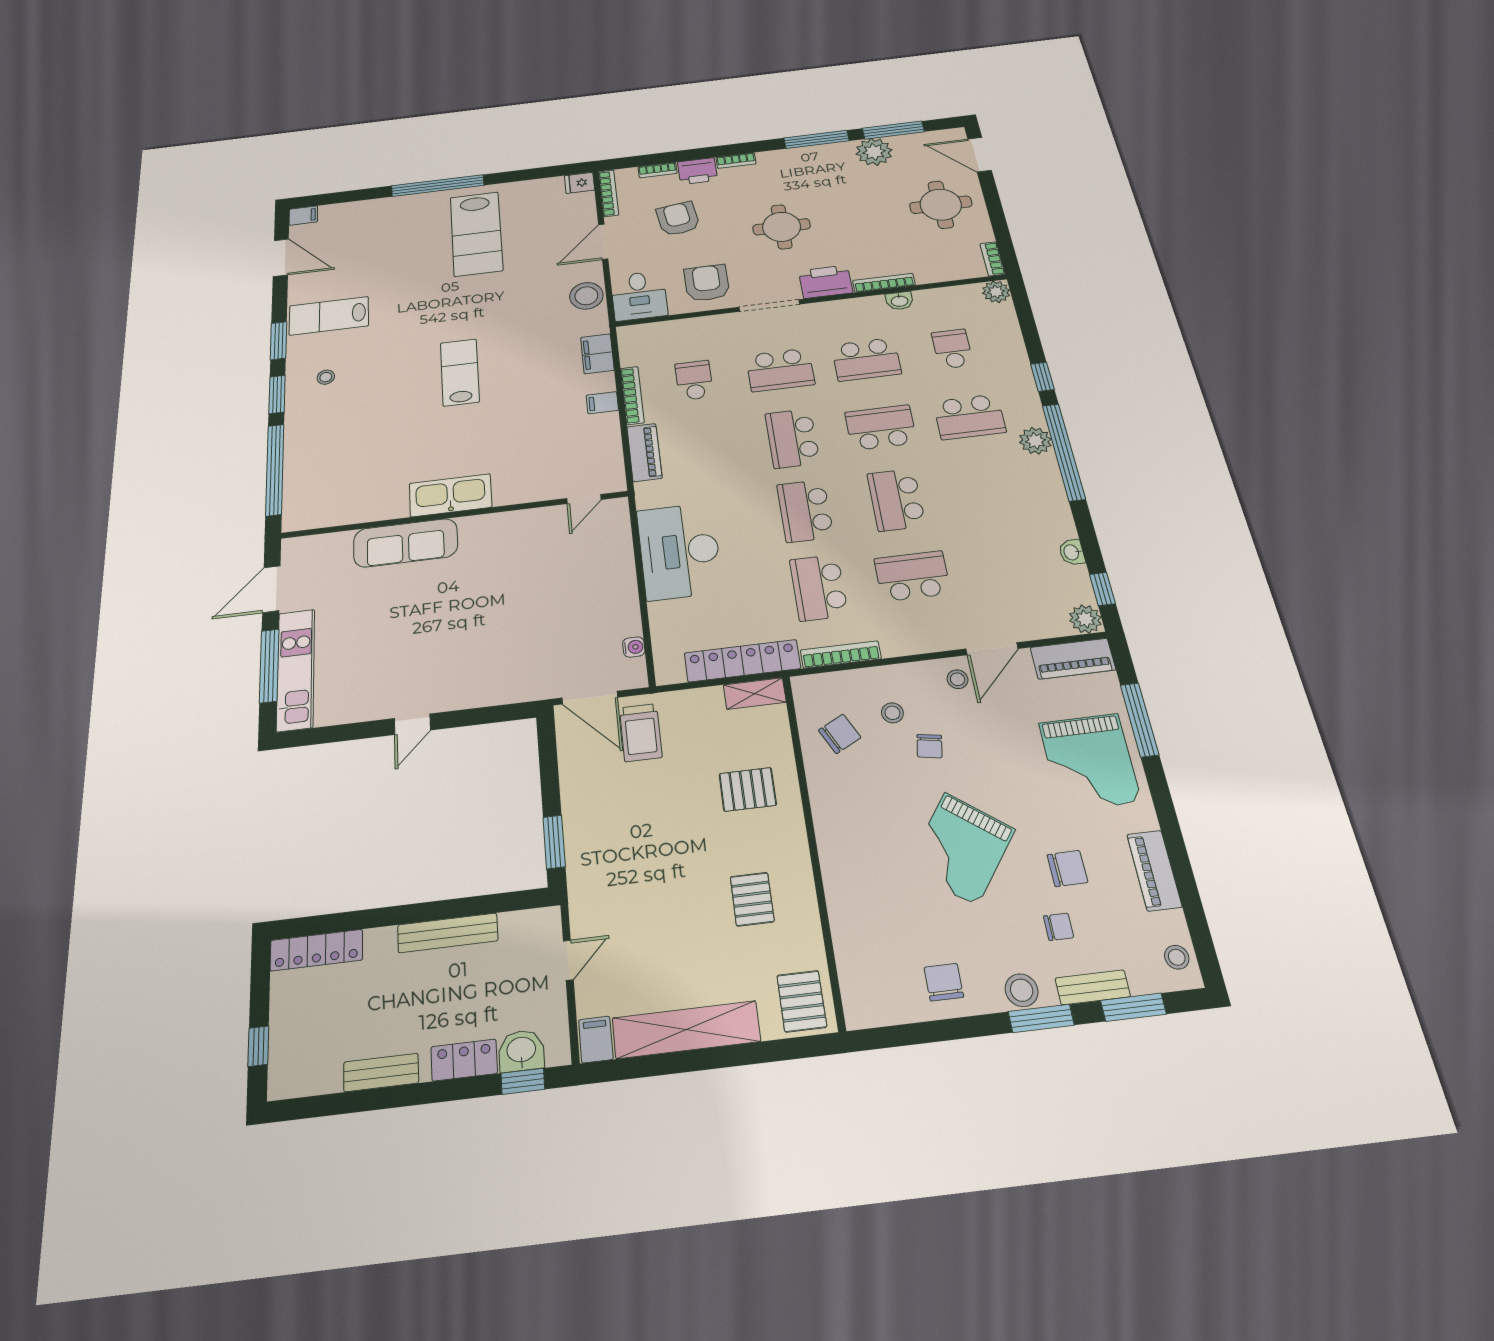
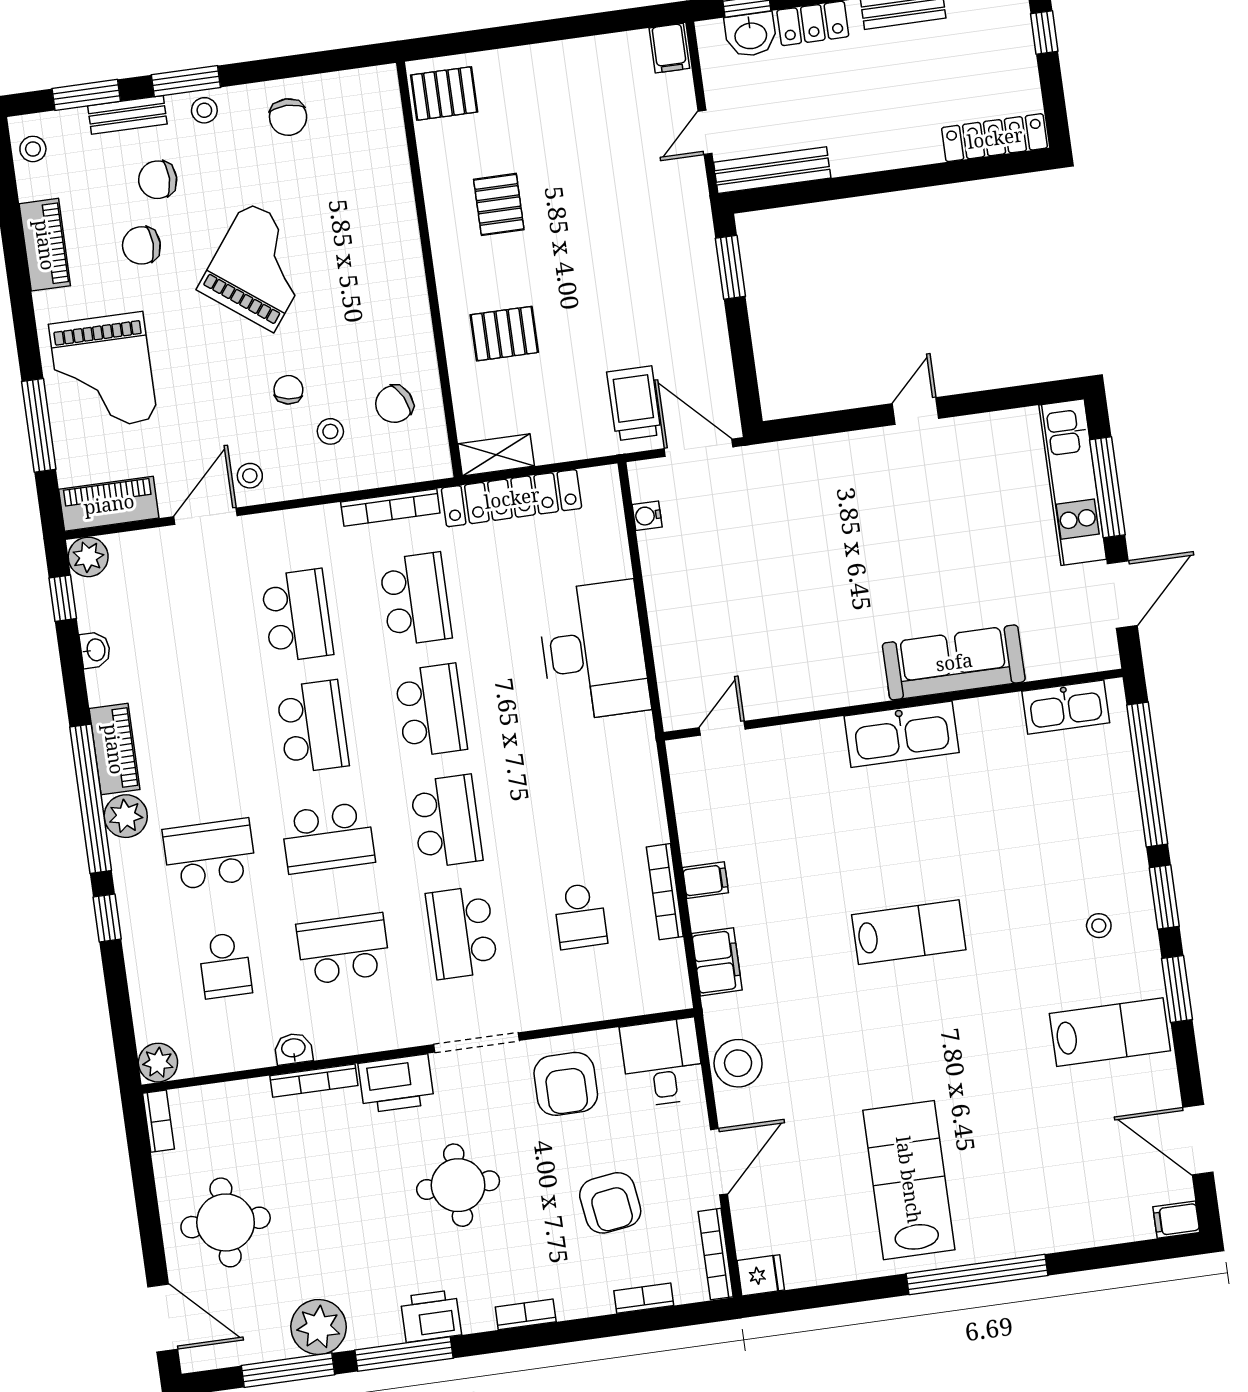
printer: (697, 171) -> (431, 1316), moved
school desk: (780, 370) -> (462, 932), turned -90
lab bench: (460, 372) -> (909, 932), turned -90
piano: (644, 452) -> (114, 749), moved, turned 180
kitchen sink: (327, 513) -> (1066, 707), added
school desk: (912, 576) -> (297, 616), turned -90
grand piano: (1090, 762) -> (103, 372), turned 180
chair: (1059, 927) -> (158, 180), width x1.37, depth x1.37
bench: (448, 933) -> (772, 170), moved
stool: (1022, 990) -> (204, 110), width x0.73, depth x0.73
pallet: (802, 1001) -> (444, 93), turned 90
shelving: (686, 1030) -> (571, 61), removed

